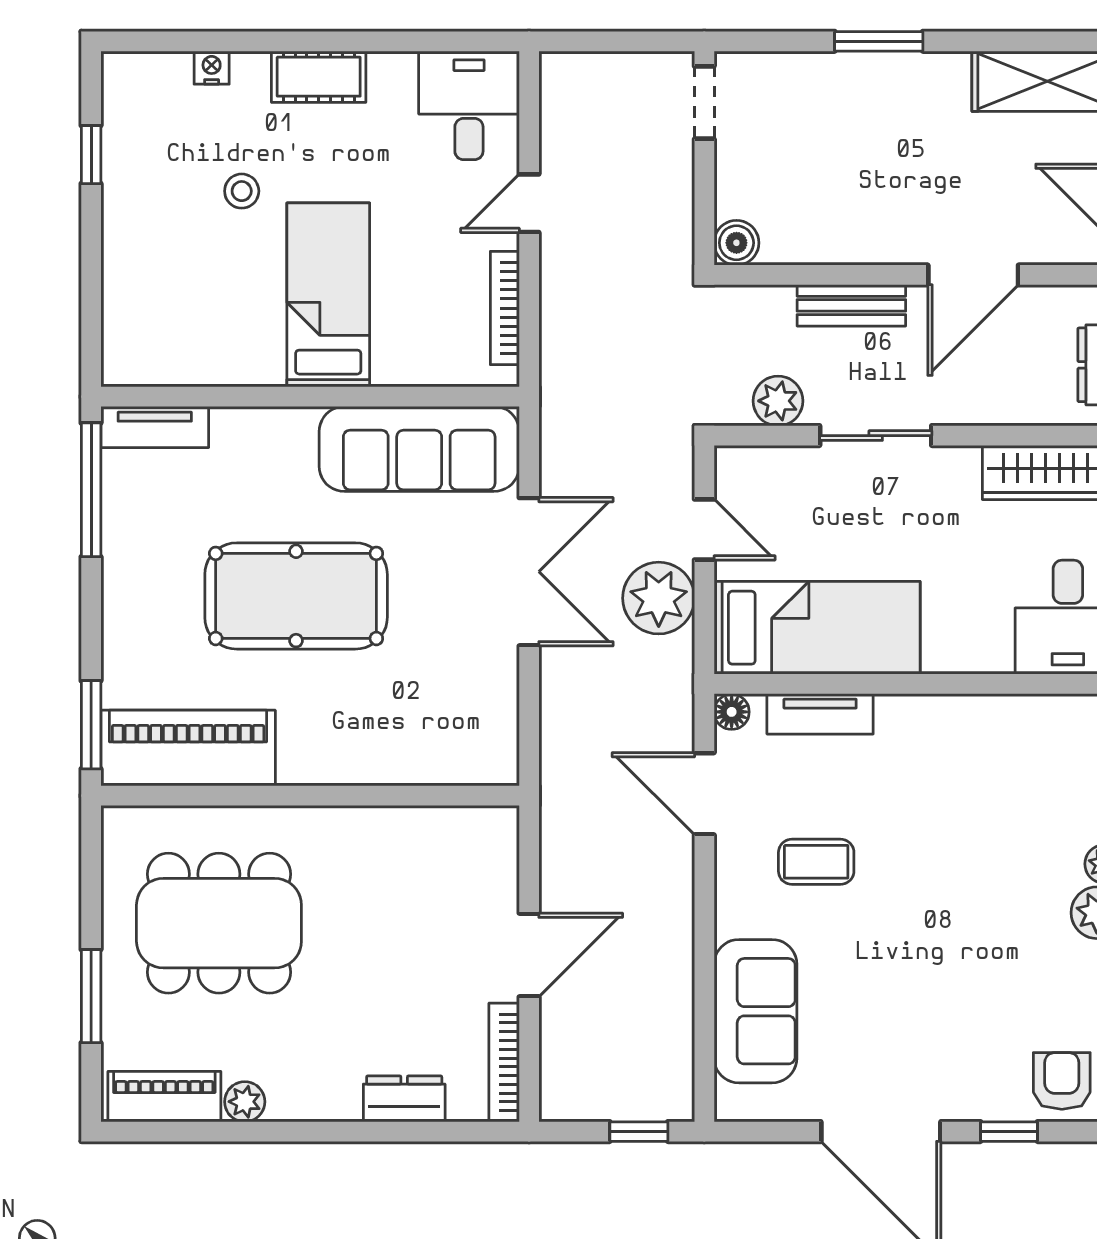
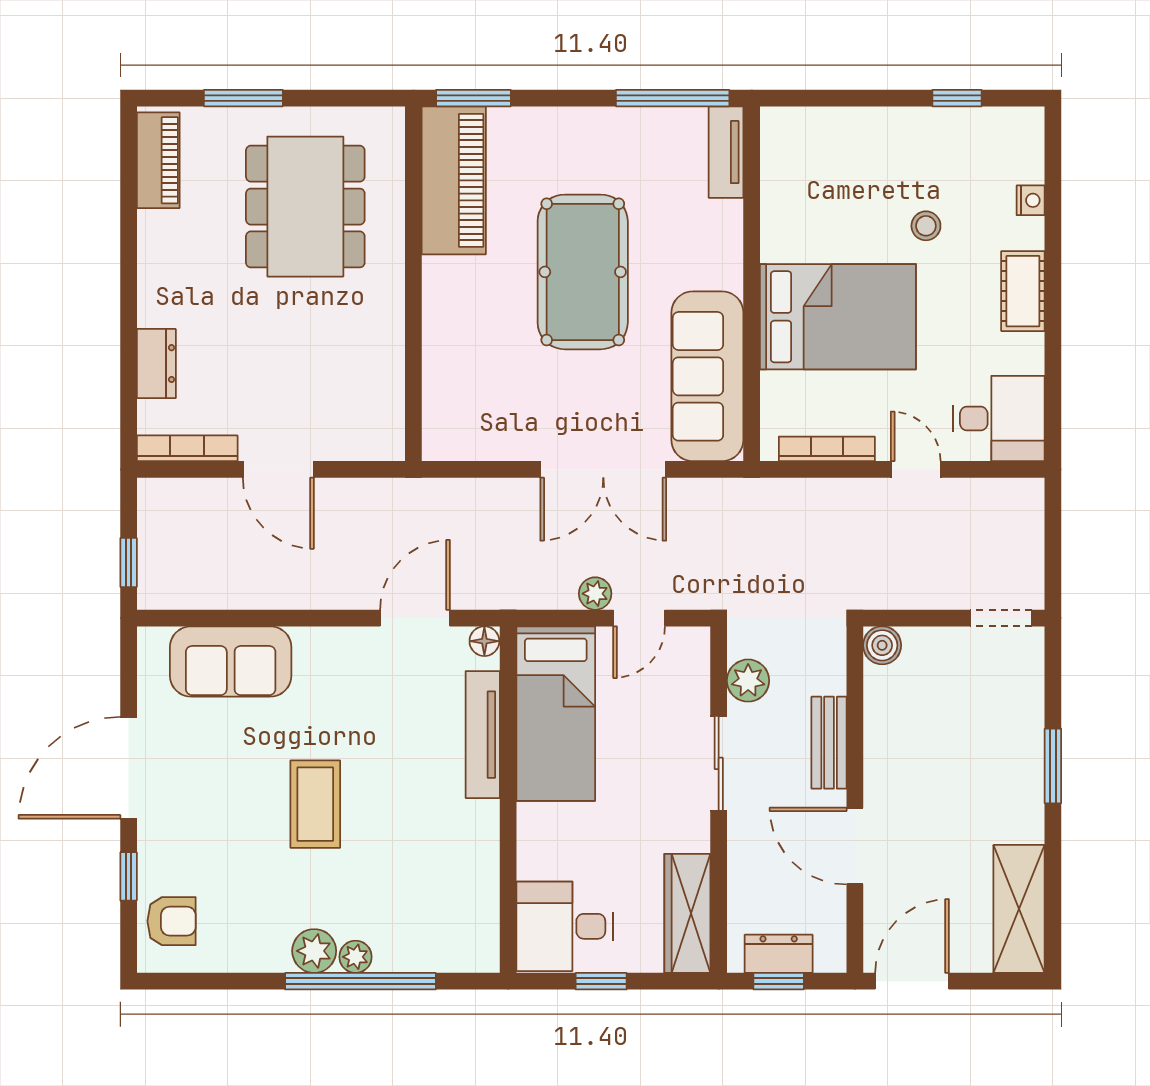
bed: (328, 295) -> (838, 317), width x1.50
plant: (659, 598) -> (595, 594), width x0.53, depth x0.53
tv unit: (820, 714) -> (483, 735), width x1.41
coffee table: (816, 862) -> (315, 804), moved, width x1.36, depth x1.30
plant: (245, 1102) -> (154, 228), removed

